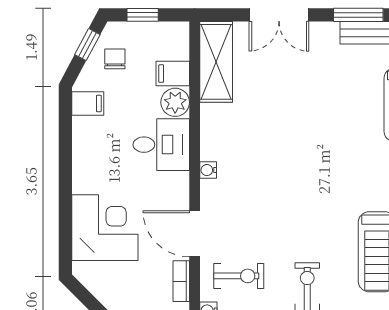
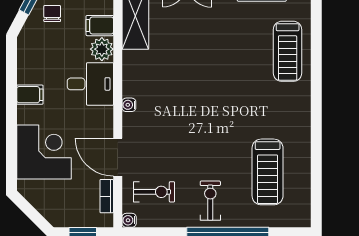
filing cabinet: (88, 103) -> (30, 95), moved

